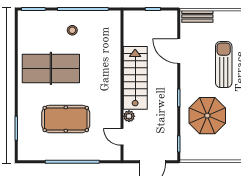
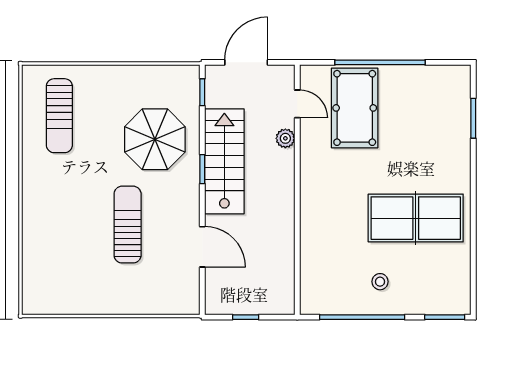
bench: (197, 16) -> (171, 305), removed
sun lounger: (224, 65) -> (128, 225), turned 180
stairs: (135, 78) -> (224, 161), moved, turned 180
pool table: (66, 119) -> (355, 108), moved, turned 90

